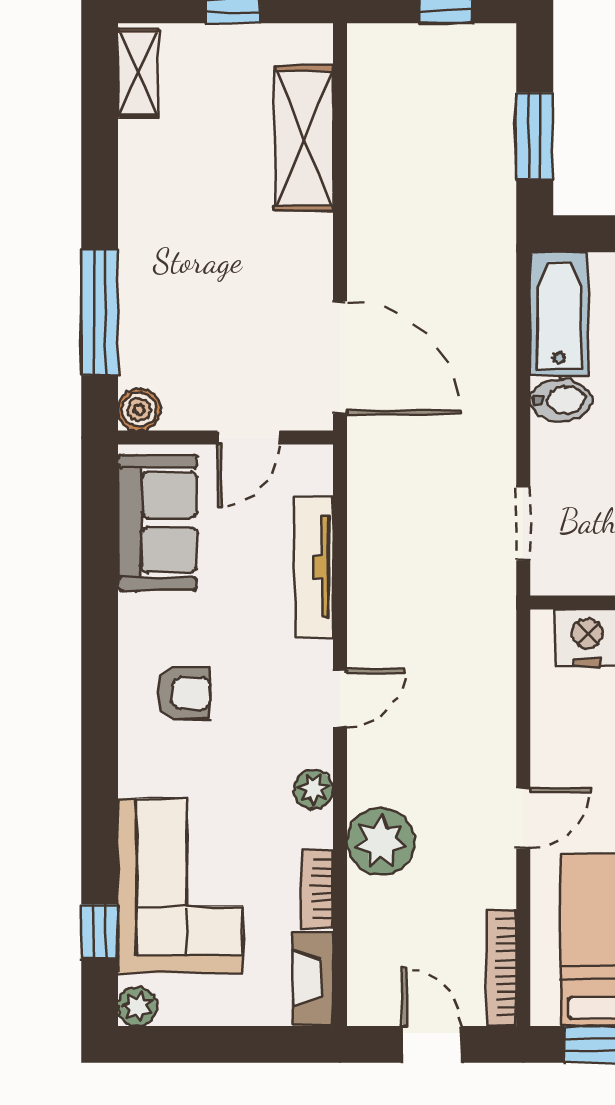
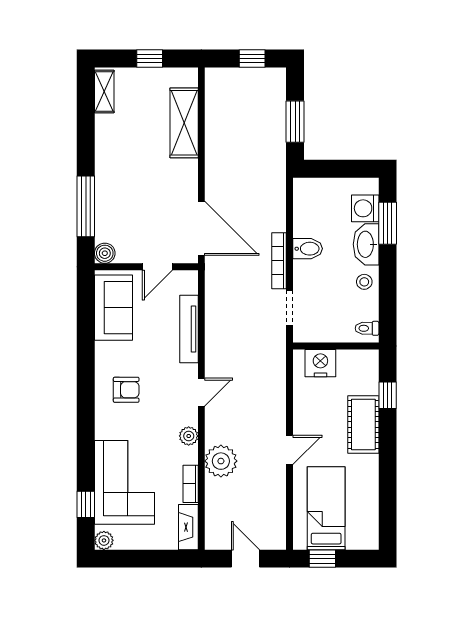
bathtub: (559, 314) -> (307, 207), removed
bookcase: (501, 968) -> (279, 261), moved

